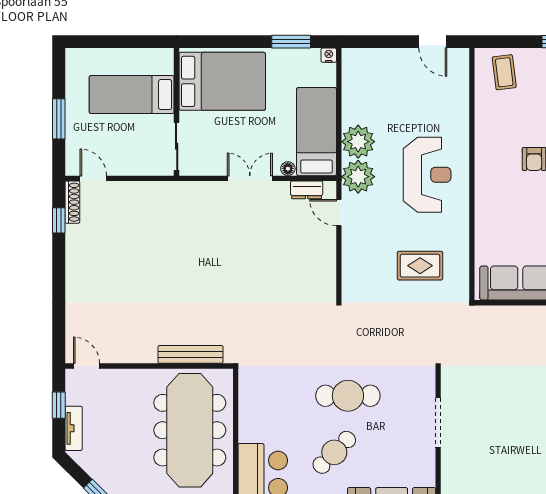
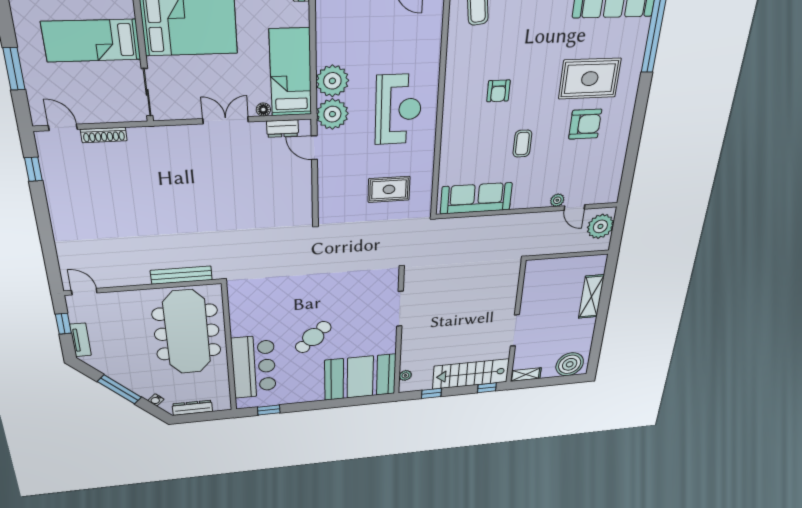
shoe rack: (72, 202) -> (104, 135), moved, turned 90
cafe table: (348, 396) -> (324, 296), removed

